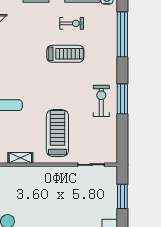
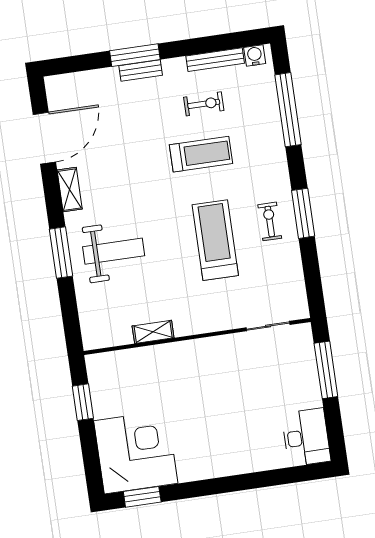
exercise bike: (101, 101) -> (270, 221), width x0.73, depth x0.72
treadmill: (57, 133) -> (215, 240), moved
window: (122, 196) -> (326, 370), width x1.44

